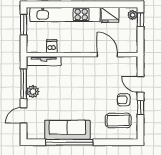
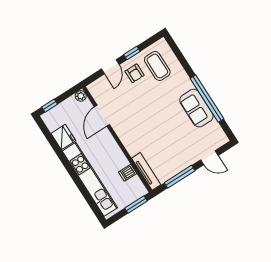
plant: (133, 15) -> (81, 96), moved
window: (24, 25) -> (136, 204), moved
plant: (33, 92) -> (181, 163), removed
sofa: (67, 130) -> (196, 108), width x0.73

